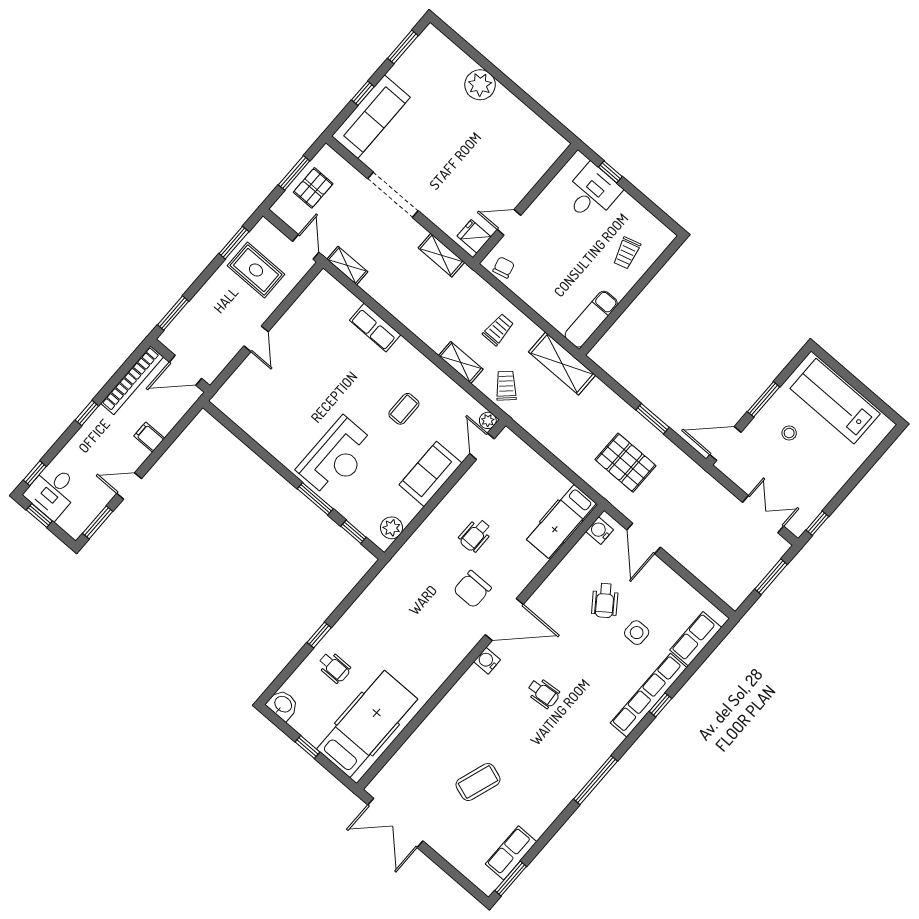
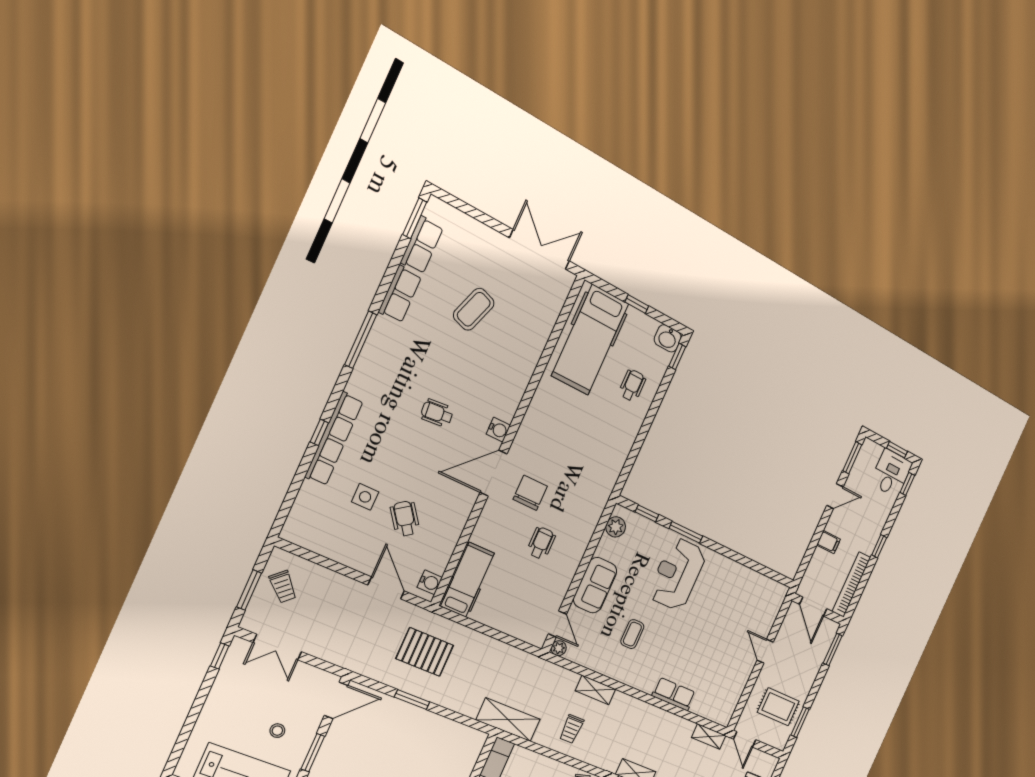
door: (186, 370) -> (813, 607), swing flipped
trolley: (506, 386) -> (283, 587), moved
window: (319, 635) -> (677, 356), moved
row of seats: (696, 639) -> (400, 294), moved
wheelchair: (334, 667) -> (632, 385), turned 90

